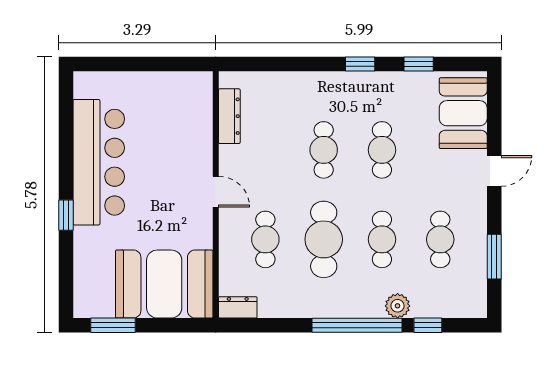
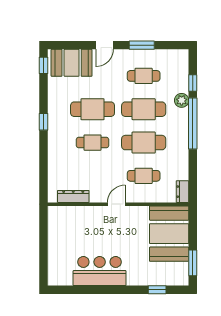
window: (419, 64) -> (43, 65), moved
cafe table: (382, 150) -> (93, 109), width x1.37, depth x1.35
bar counter: (99, 162) -> (100, 271), width x0.73
door: (494, 171) -> (104, 45), swing flipped
window: (66, 215) -> (157, 290), moved
cafe table: (382, 239) -> (144, 109), width x1.37, depth x1.35
window: (494, 257) -> (142, 45), moved

